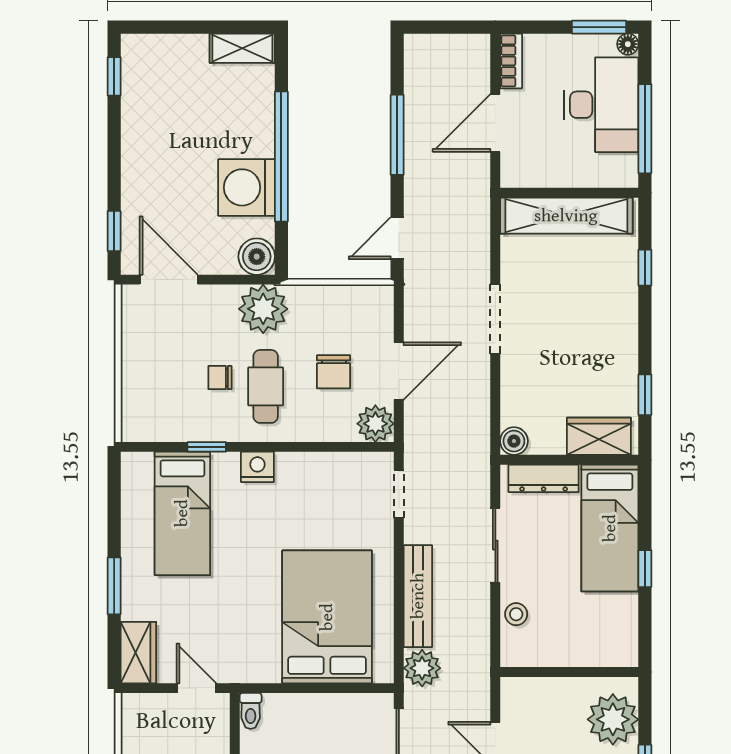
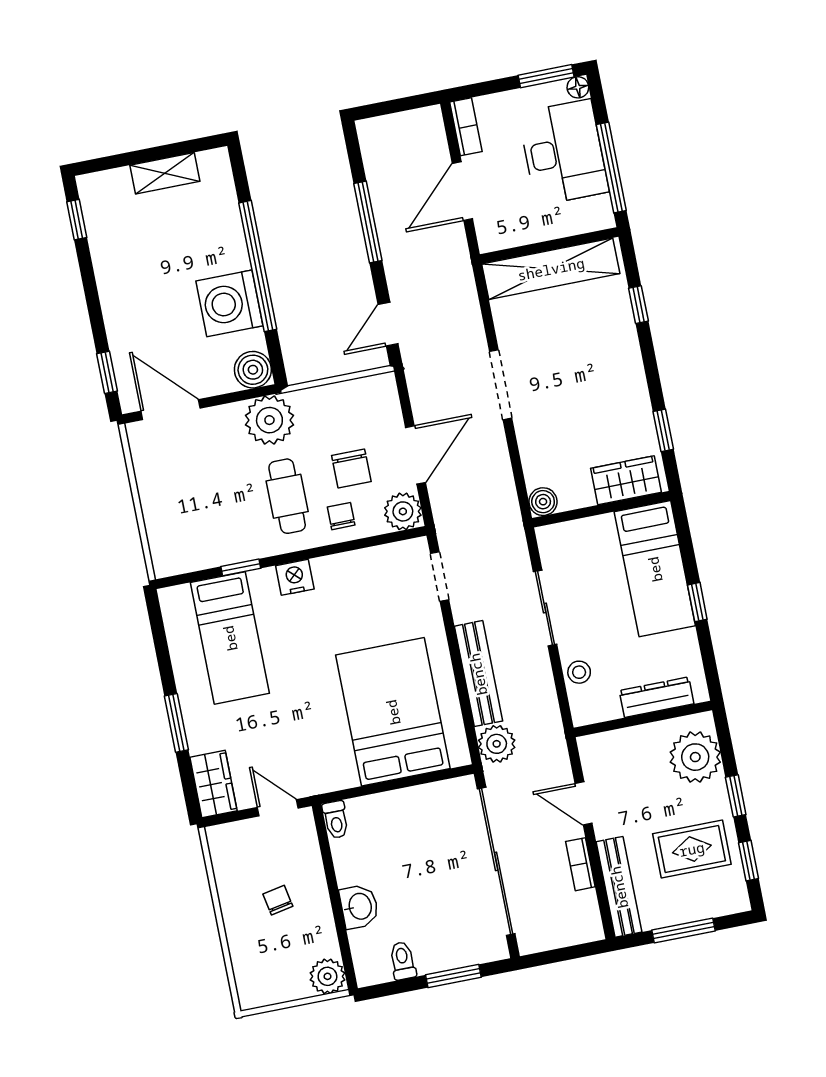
shelving: (242, 48) -> (165, 173), moved
chair: (220, 378) -> (341, 516), moved, turned 90
dresser: (544, 478) -> (657, 697), moved, turned 180

